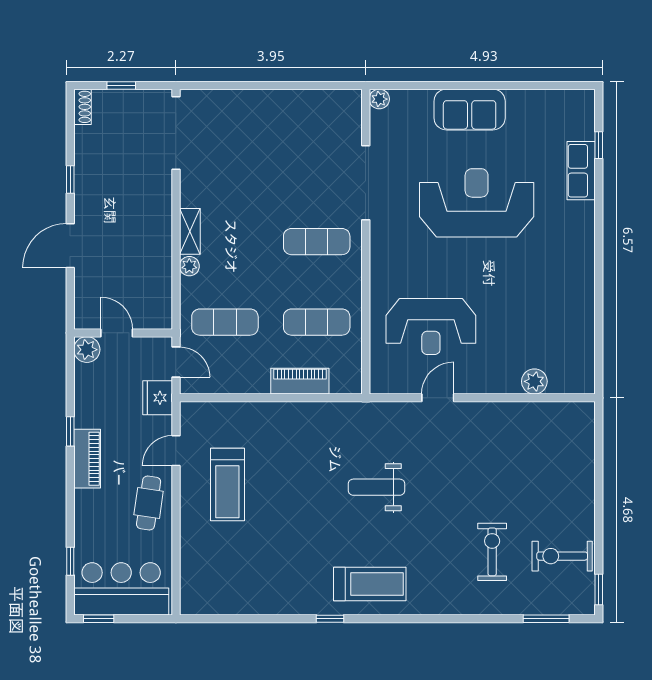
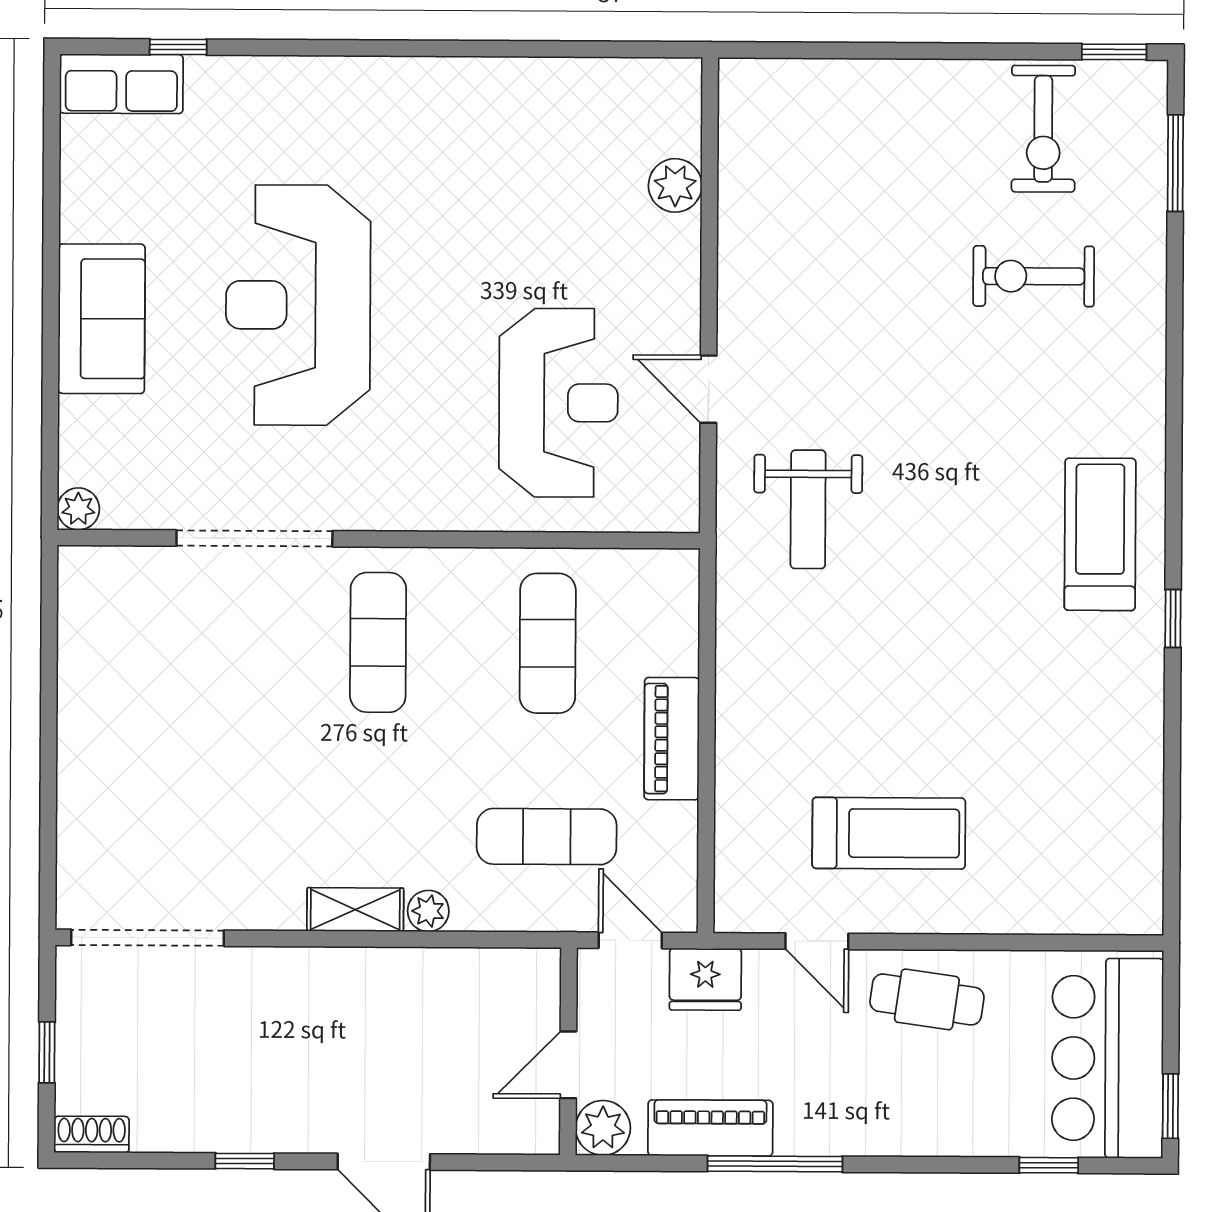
row of seats: (581, 171) -> (121, 84), moved
exercise mat: (225, 322) -> (547, 837), turned 90
door: (176, 362) -> (630, 940), hinge flipped
piano: (300, 381) -> (672, 739), moved
window: (70, 431) -> (775, 1164), width x2.17
piano: (87, 459) -> (710, 1128), moved
weight bench: (376, 487) -> (808, 509), moved

